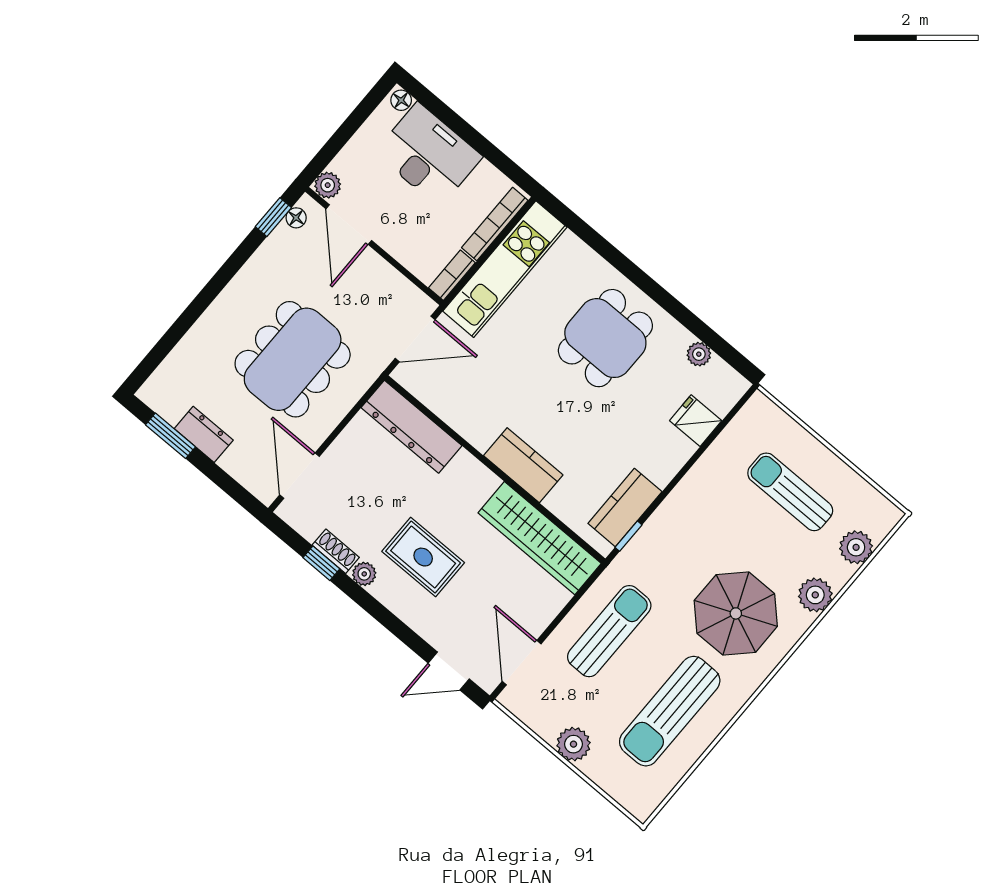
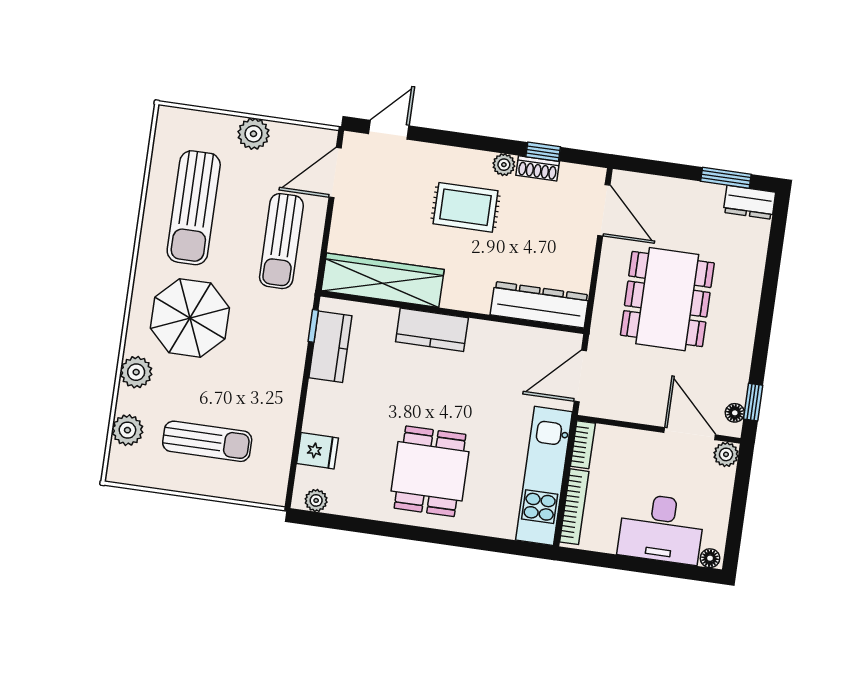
plant: (699, 354) -> (316, 500), moved
dresser: (204, 434) -> (749, 202), moved
door: (522, 663) -> (335, 173), swing flipped
sun lounger: (670, 711) -> (194, 208), turned 180

